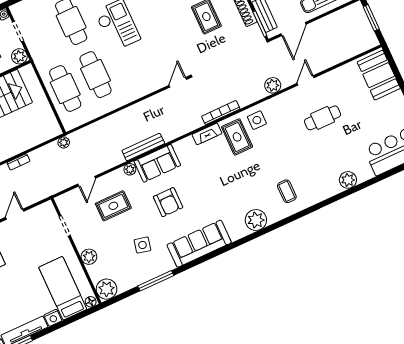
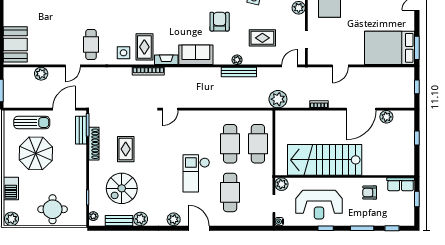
plant: (273, 85) -> (41, 74), moved
cafe table: (323, 118) -> (91, 45), moved, turned 90
plant: (64, 143) -> (278, 99), width x1.88, depth x1.88
bench: (143, 147) -> (239, 72), moved
sofa: (157, 163) -> (196, 55), moved
door: (87, 181) -> (290, 66), moved

